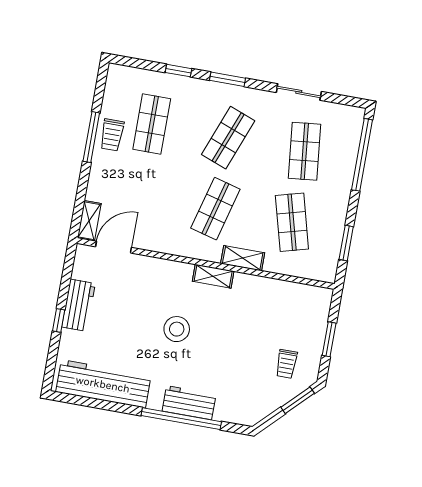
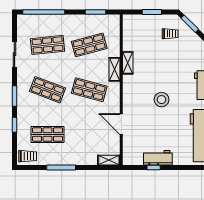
trolley: (112, 135) -> (28, 156), moved
door: (114, 247) -> (121, 124), moved
shelving: (213, 276) -> (128, 63), moved
window: (59, 320) -> (154, 167), moved

